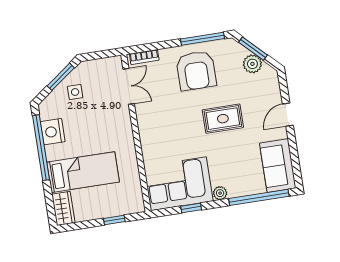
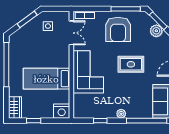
side table: (75, 92) -> (48, 26), moved
nightstand: (53, 132) -> (62, 111), moved, turned -90
bed: (83, 172) -> (46, 79), moved, turned 180
corner sofa: (178, 184) -> (88, 72), moved, turned 90
window: (114, 220) -> (34, 121), moved

